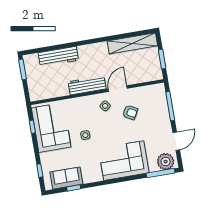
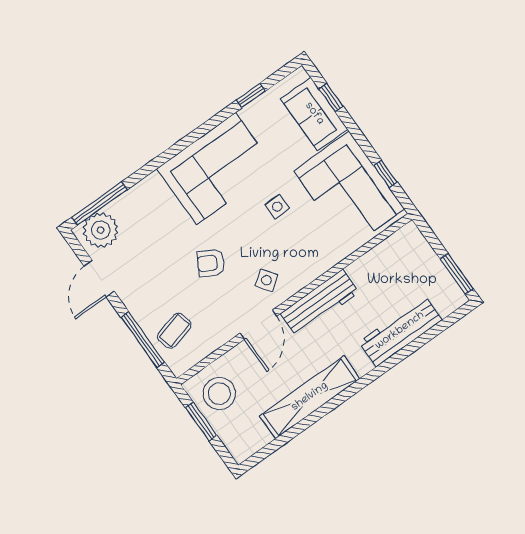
shelving: (132, 43) -> (310, 397), moved
stool: (149, 67) -> (219, 394), added
coffee table: (155, 103) -> (174, 331), added
armchair: (130, 112) -> (211, 263), moved
corner sofa: (124, 161) -> (216, 169), moved
sofa: (66, 178) -> (314, 114), moved, turned 90

